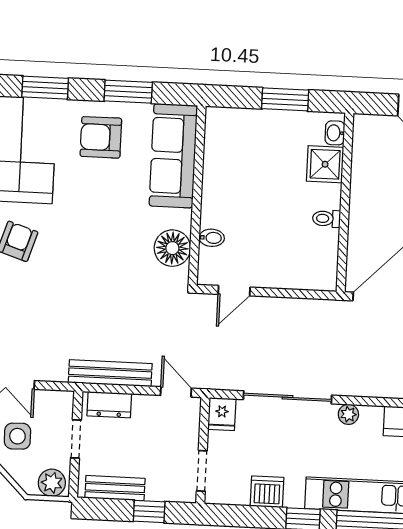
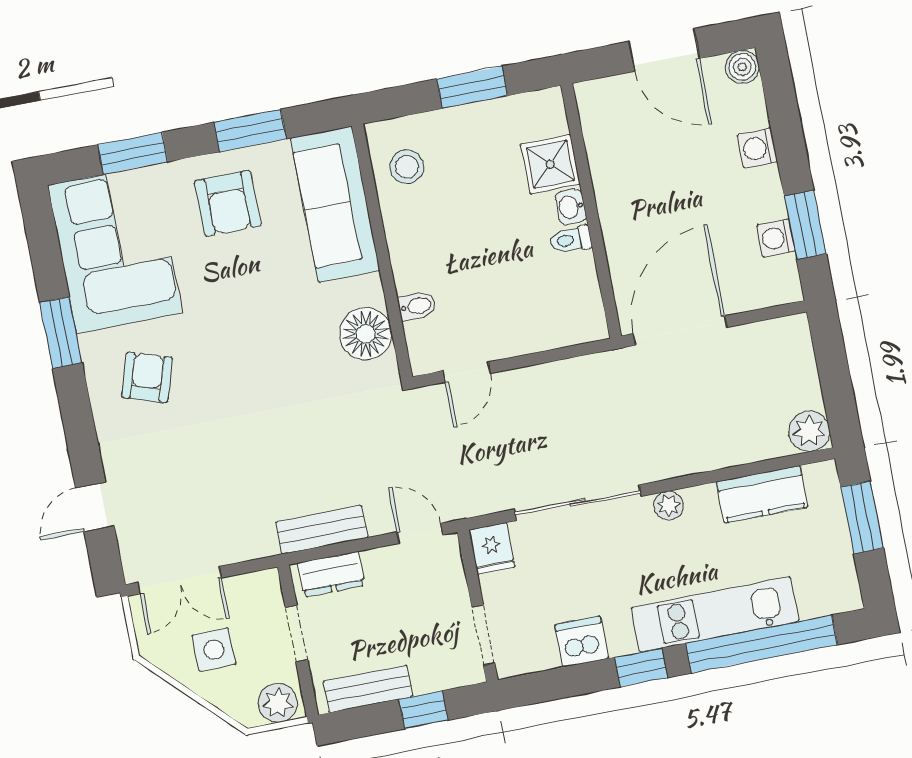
washbasin: (335, 133) -> (571, 207), moved
armchair: (101, 137) -> (228, 203), turned -90
stool: (228, 142) -> (407, 167), added
bench: (110, 373) -> (322, 530), width x0.73

